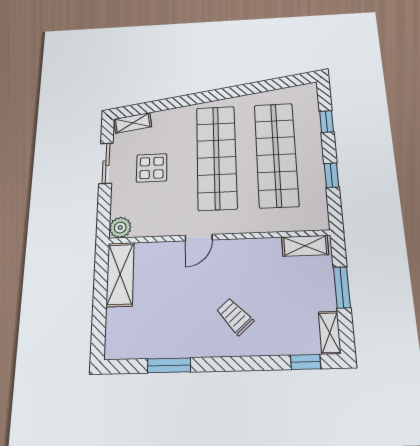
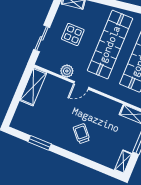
sliding door: (106, 163) -> (42, 38), moved
plant: (120, 228) -> (67, 71), moved
window: (306, 362) -> (105, 170), removed

